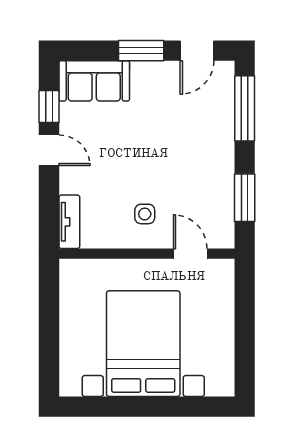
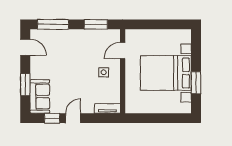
window: (141, 51) -> (25, 85), moved
window: (123, 407) -> (196, 83), added

